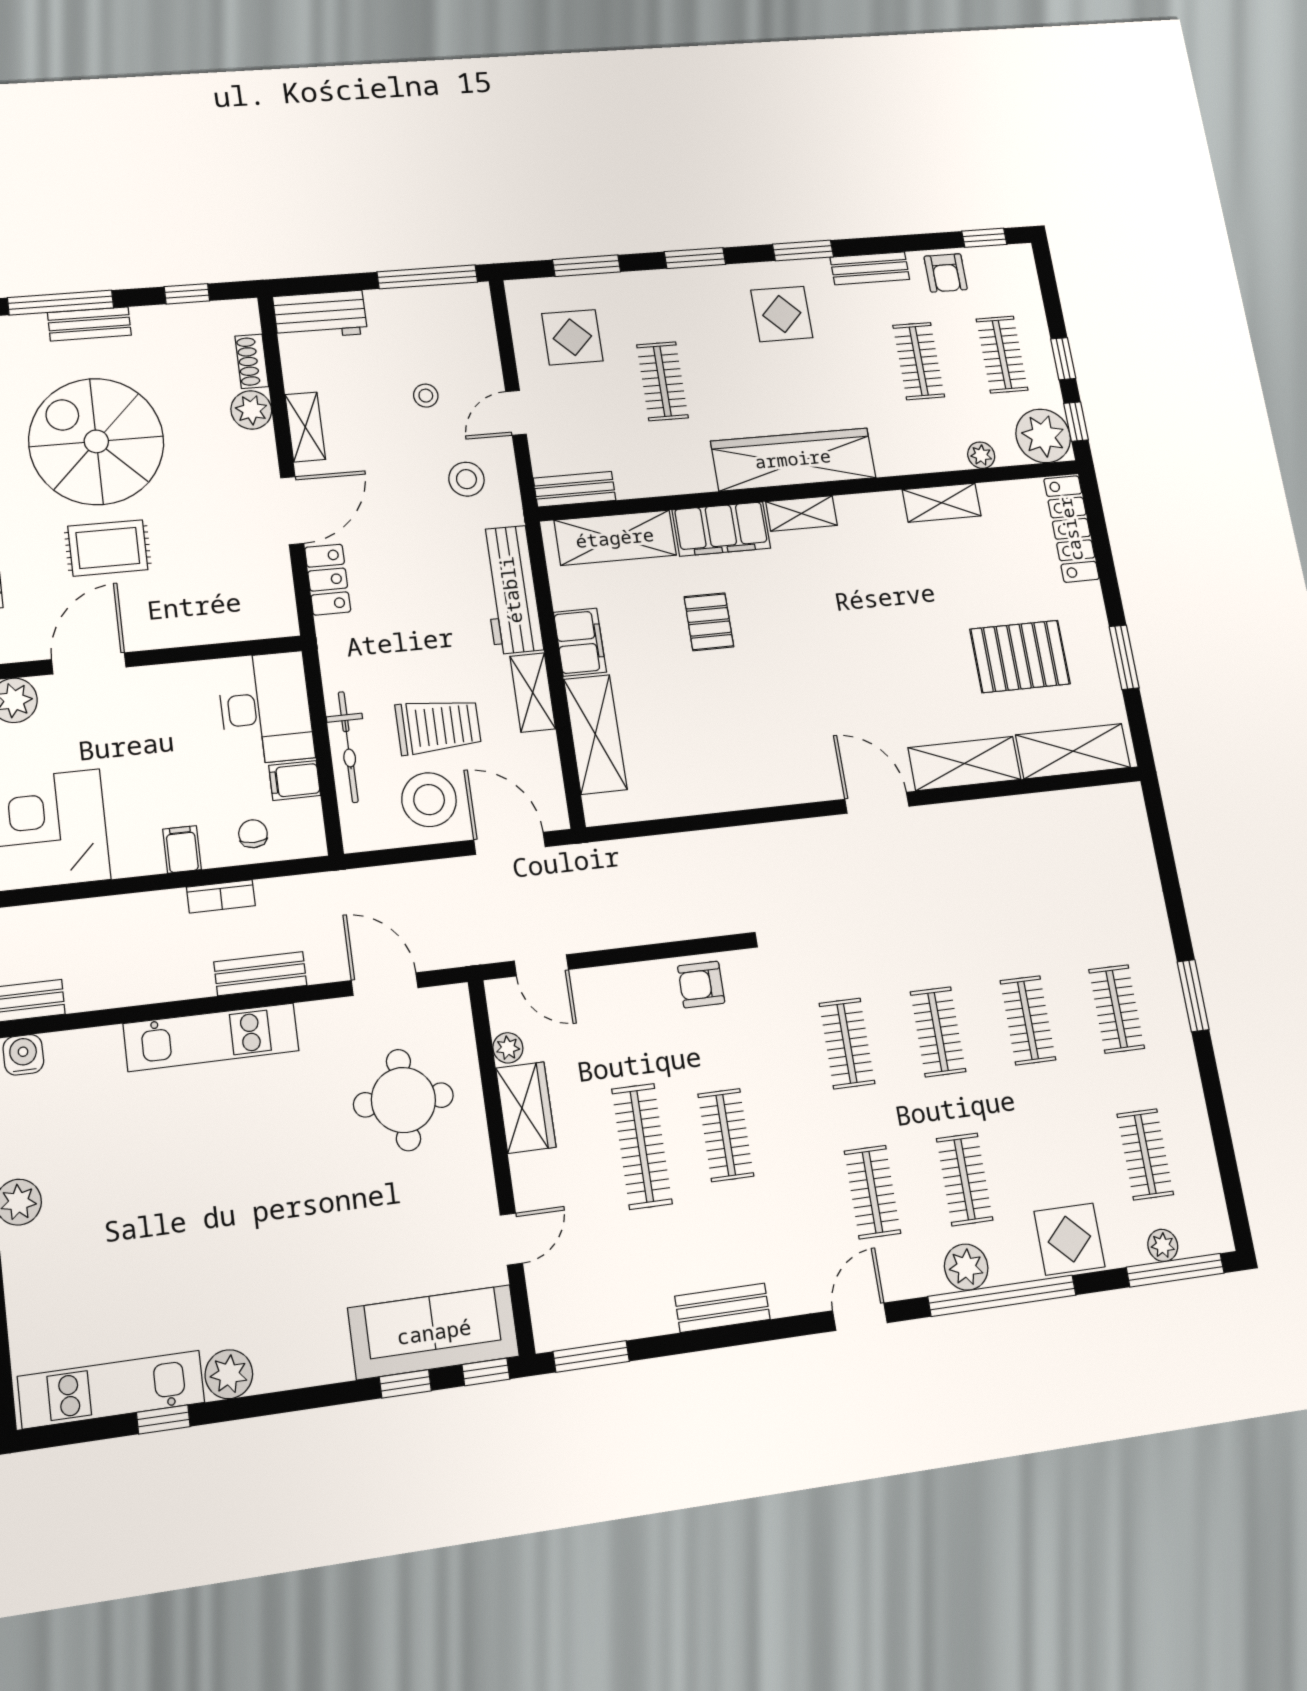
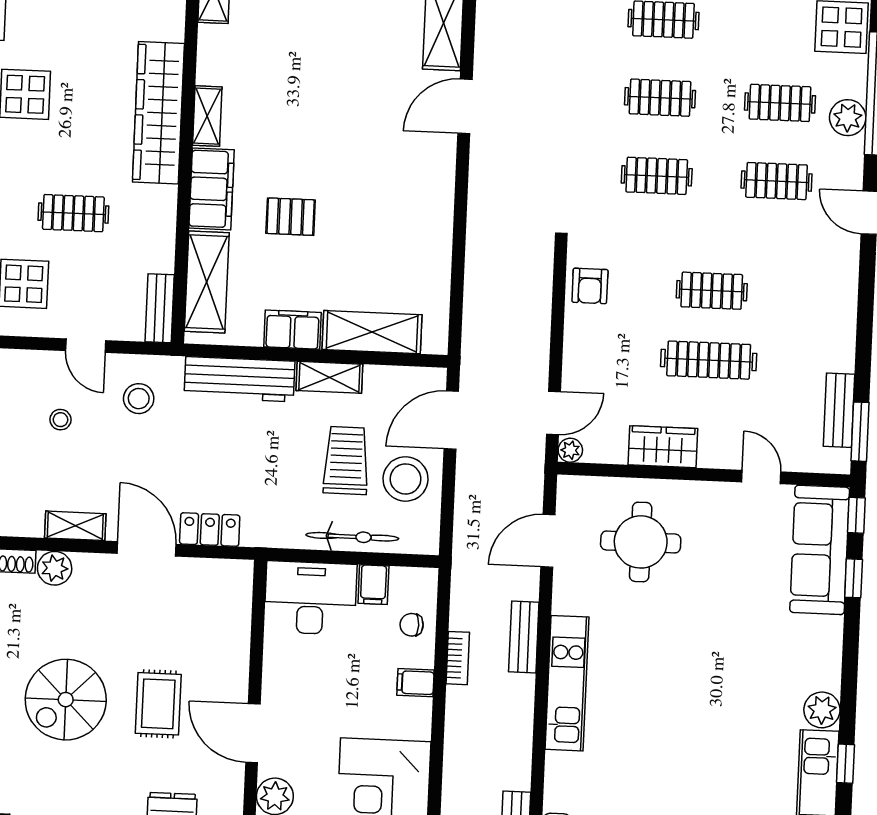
spiral stairs: (96, 441) -> (66, 700), width x0.73, depth x0.73
plant: (508, 1048) -> (570, 450), moved
bench: (723, 1308) -> (839, 410), moved

